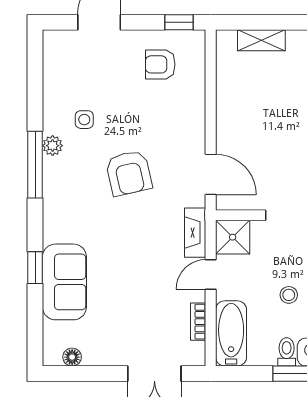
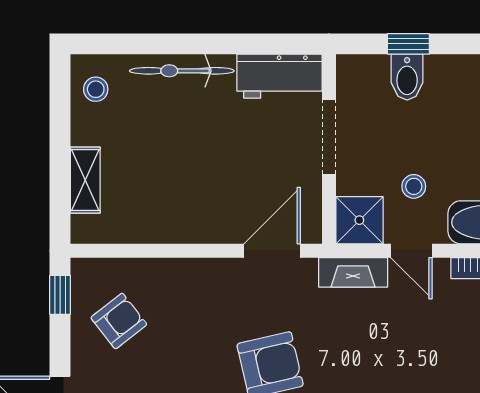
armchair: (160, 64) -> (119, 321), turned -128
stool: (289, 295) -> (414, 186), moved

